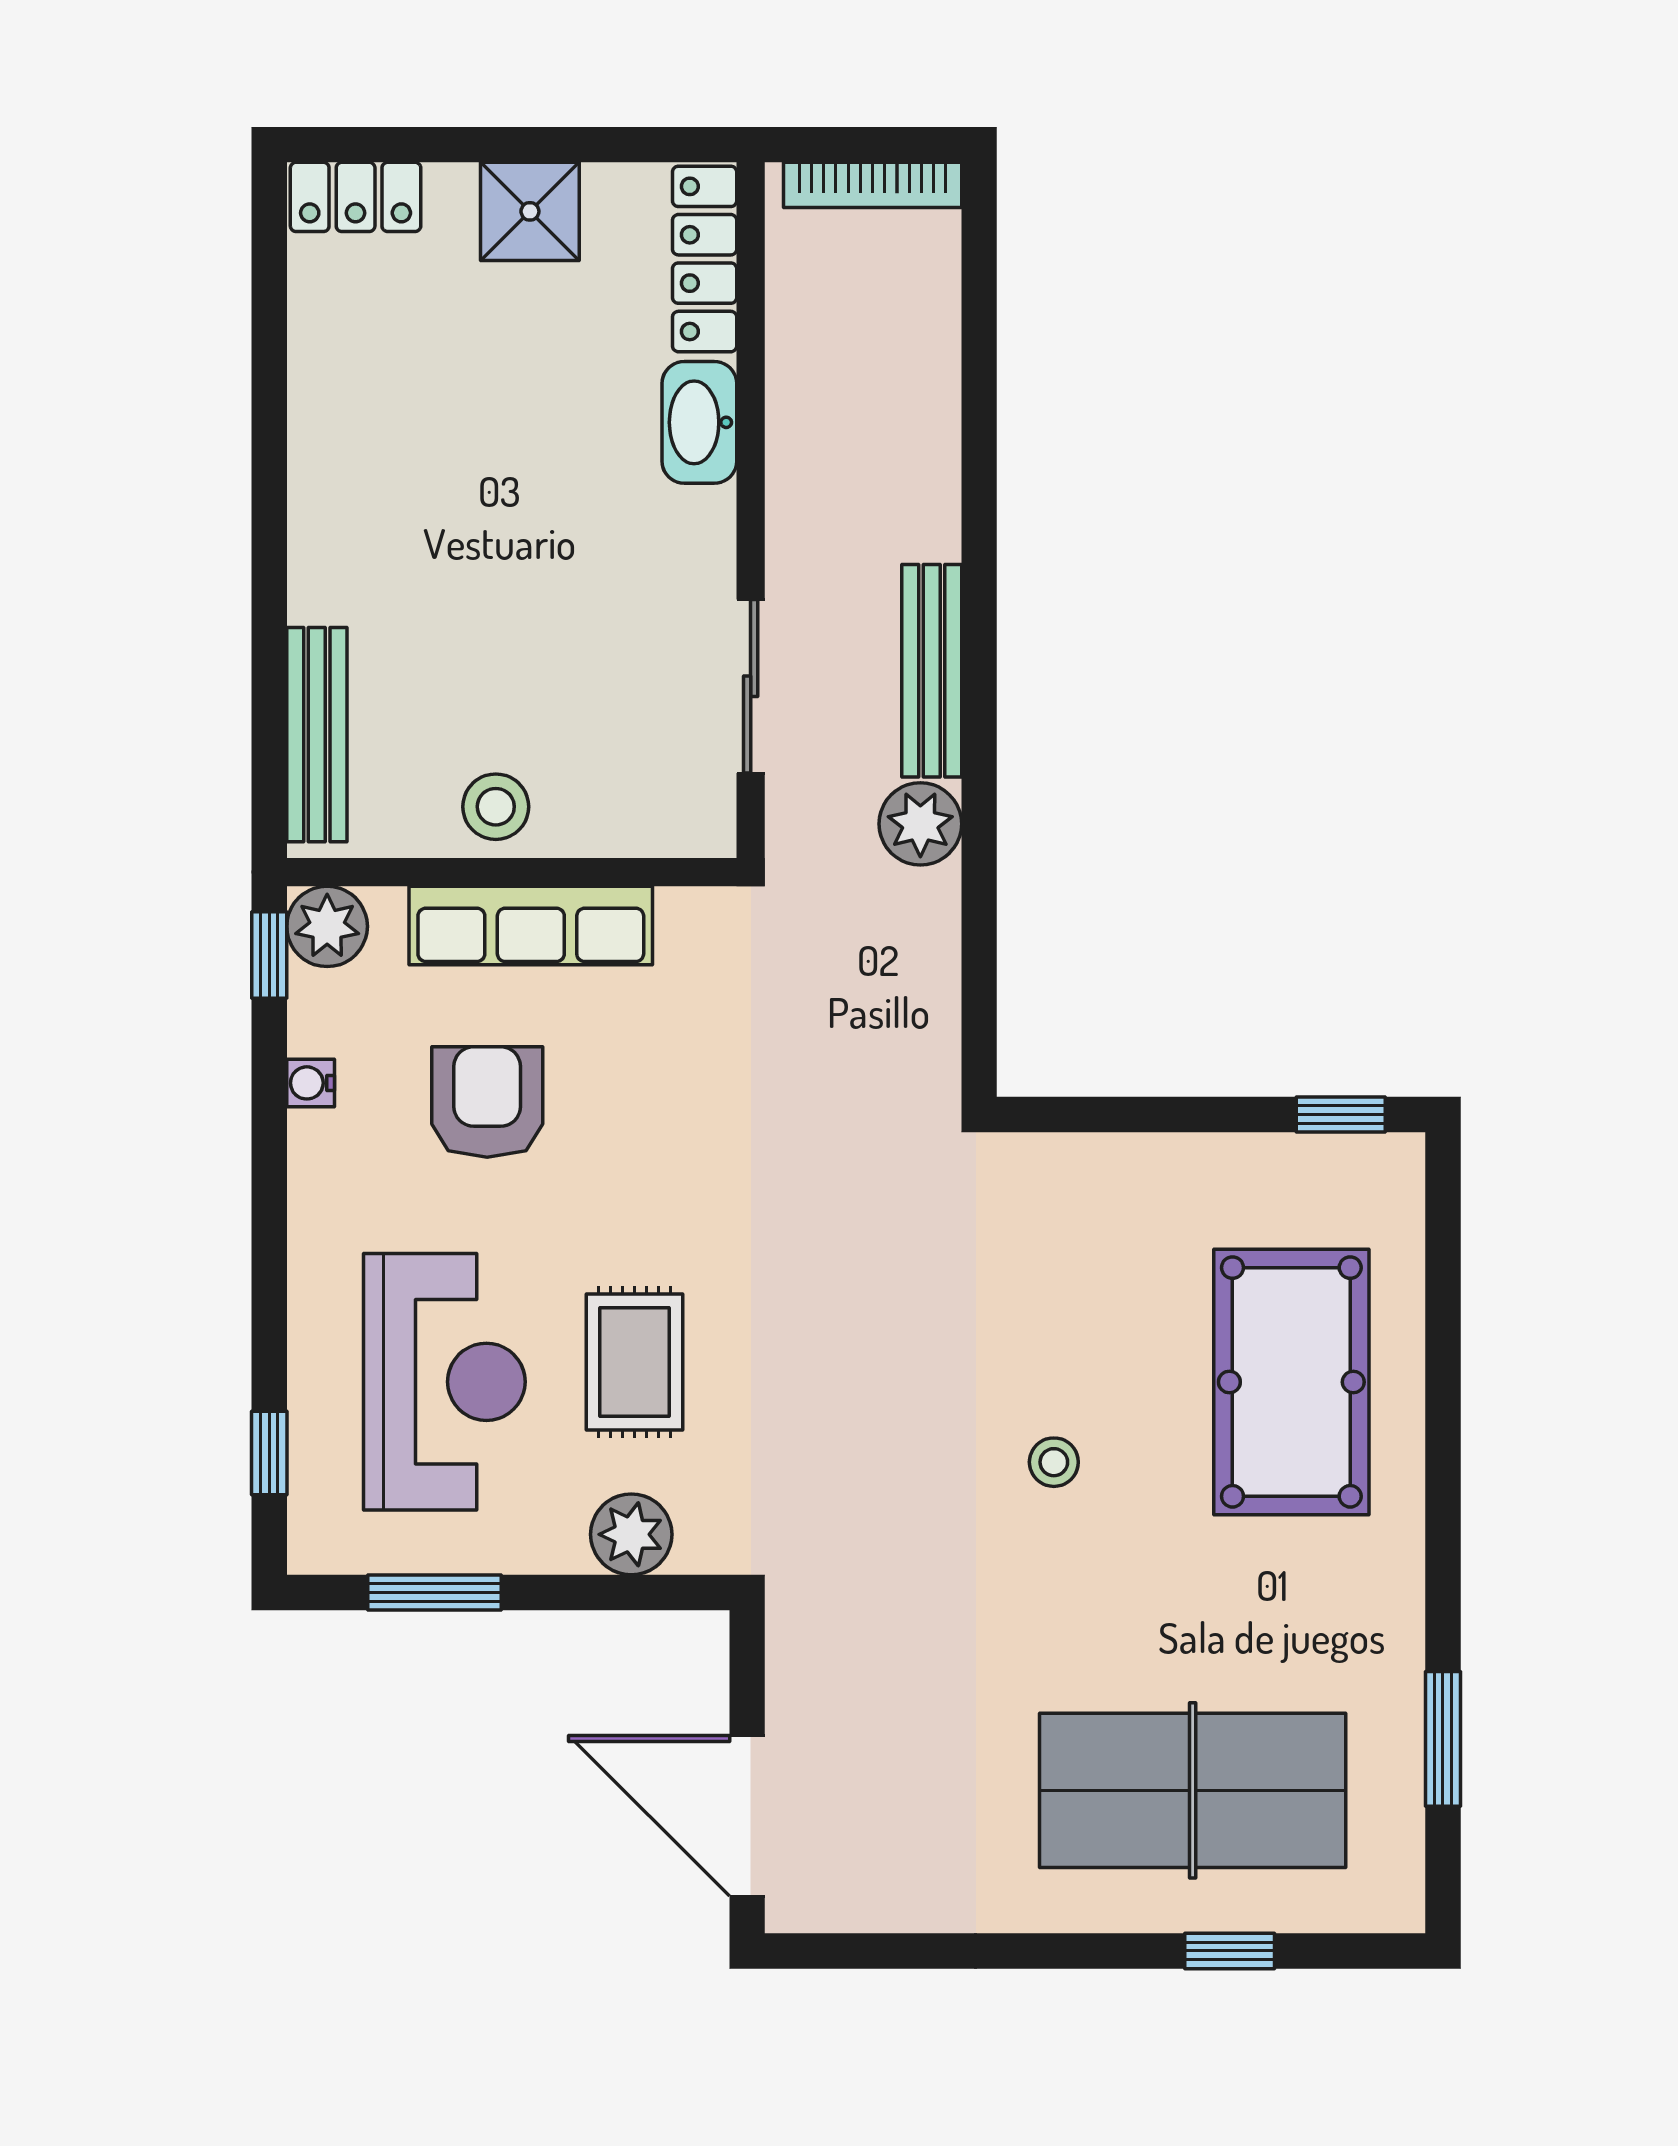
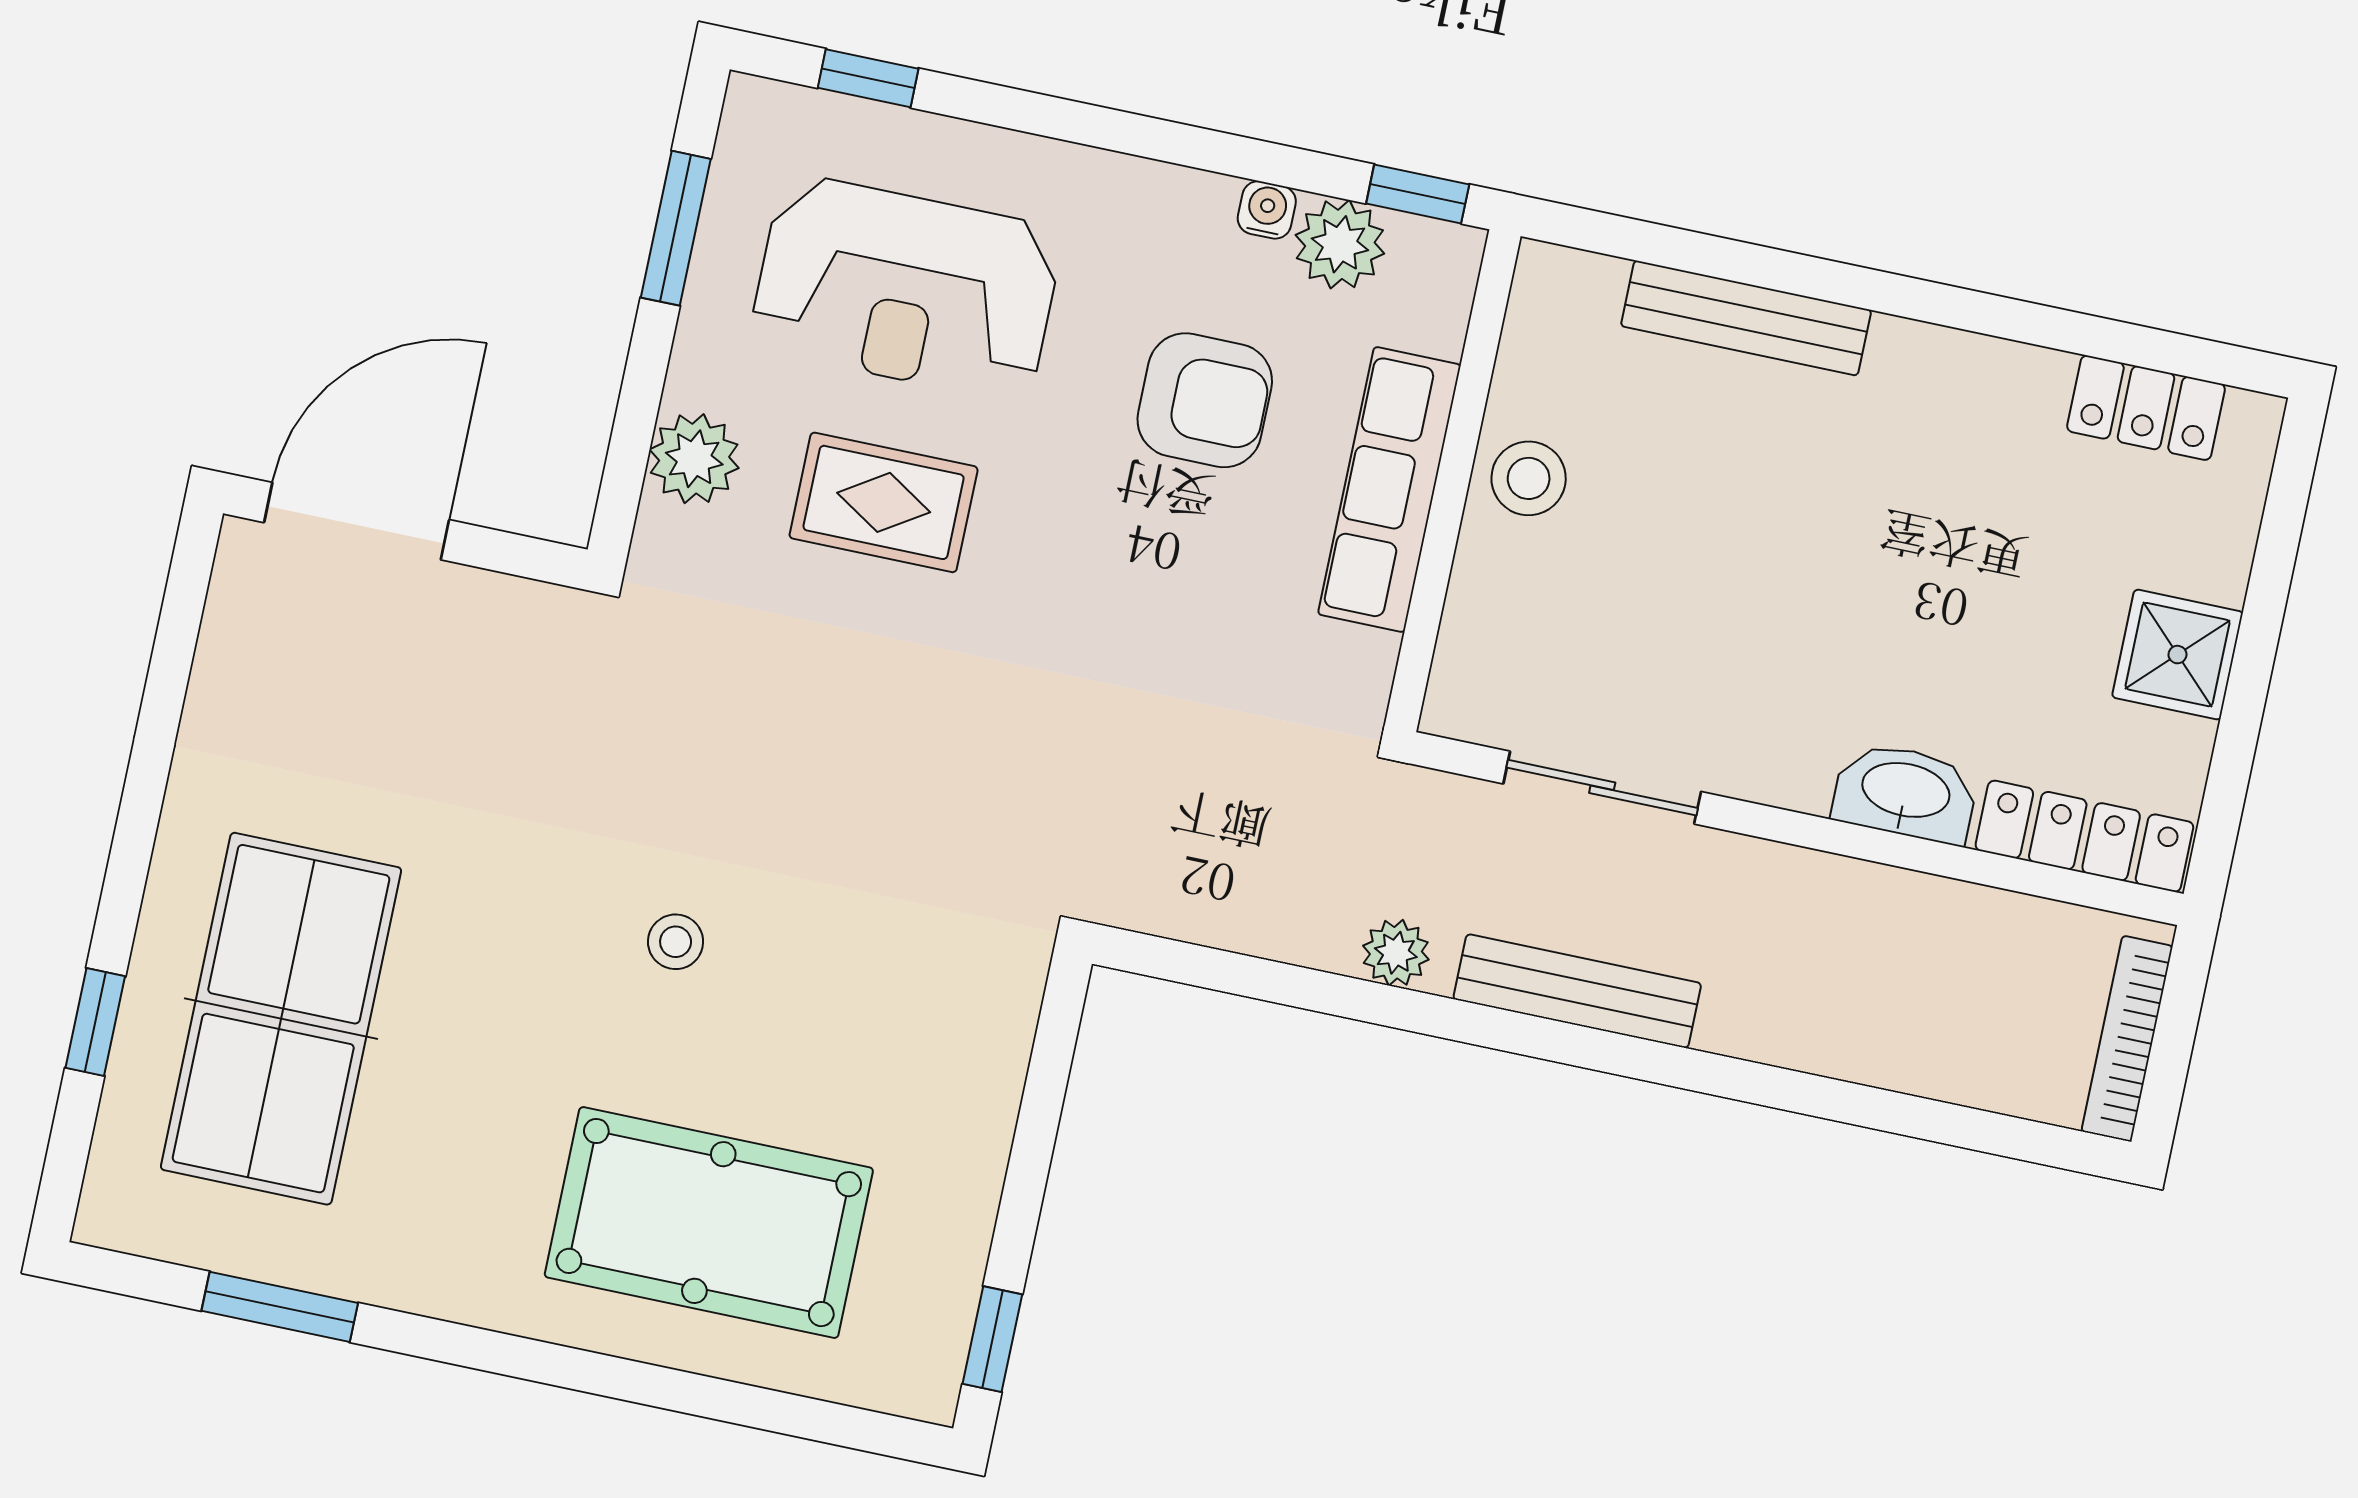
locker: (356, 197) -> (2146, 408), moved, turned -90
bench: (317, 735) -> (1746, 318), moved
plant: (920, 824) -> (1396, 953), width x0.73, depth x0.73
plant: (327, 926) -> (1340, 244), moved

